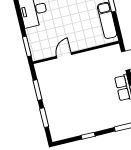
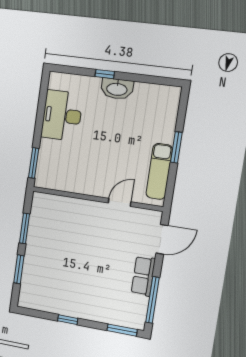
door: (64, 55) -> (120, 202), moved

